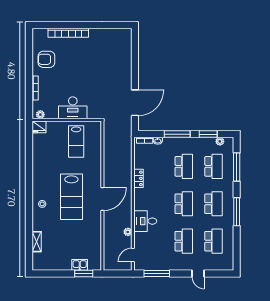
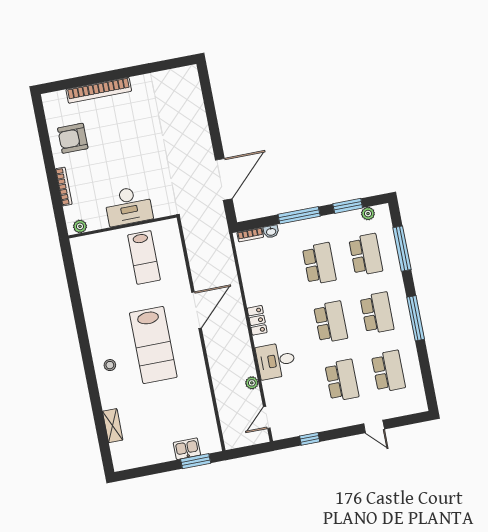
fridge: (39, 127) -> (82, 246), removed
locker: (139, 178) -> (257, 320), moved
door: (102, 199) -> (196, 310), moved
window: (157, 274) -> (310, 439), width x0.46

